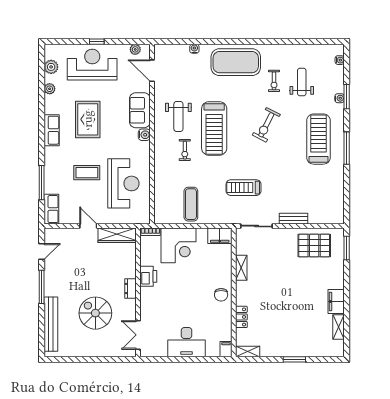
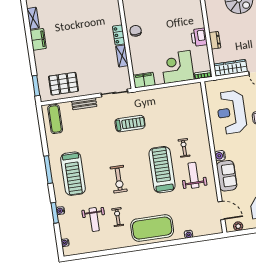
exercise bike: (266, 125) -> (119, 179), turned 153
exercise mat: (191, 204) -> (55, 119), moved
dresser: (130, 288) -> (215, 40), moved
locker: (241, 317) -> (119, 35), moved

